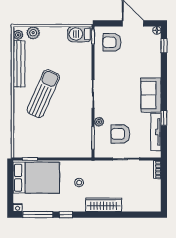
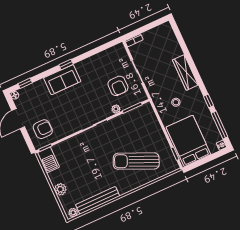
plant: (33, 33) -> (60, 189), moved
armchair: (112, 42) -> (43, 129), turned -90
sun lounger: (43, 94) -> (136, 161), moved
sofa: (151, 95) -> (62, 80), moved
window: (164, 118) -> (66, 65), moved
tv unit: (156, 132) -> (102, 56), removed

